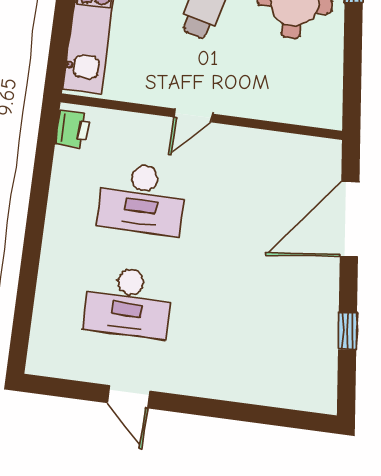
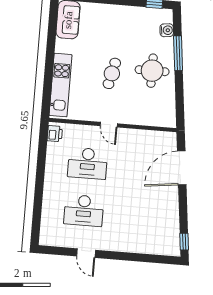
door: (193, 116) -> (109, 125), hinge flipped
window: (348, 331) -> (184, 242), moved

